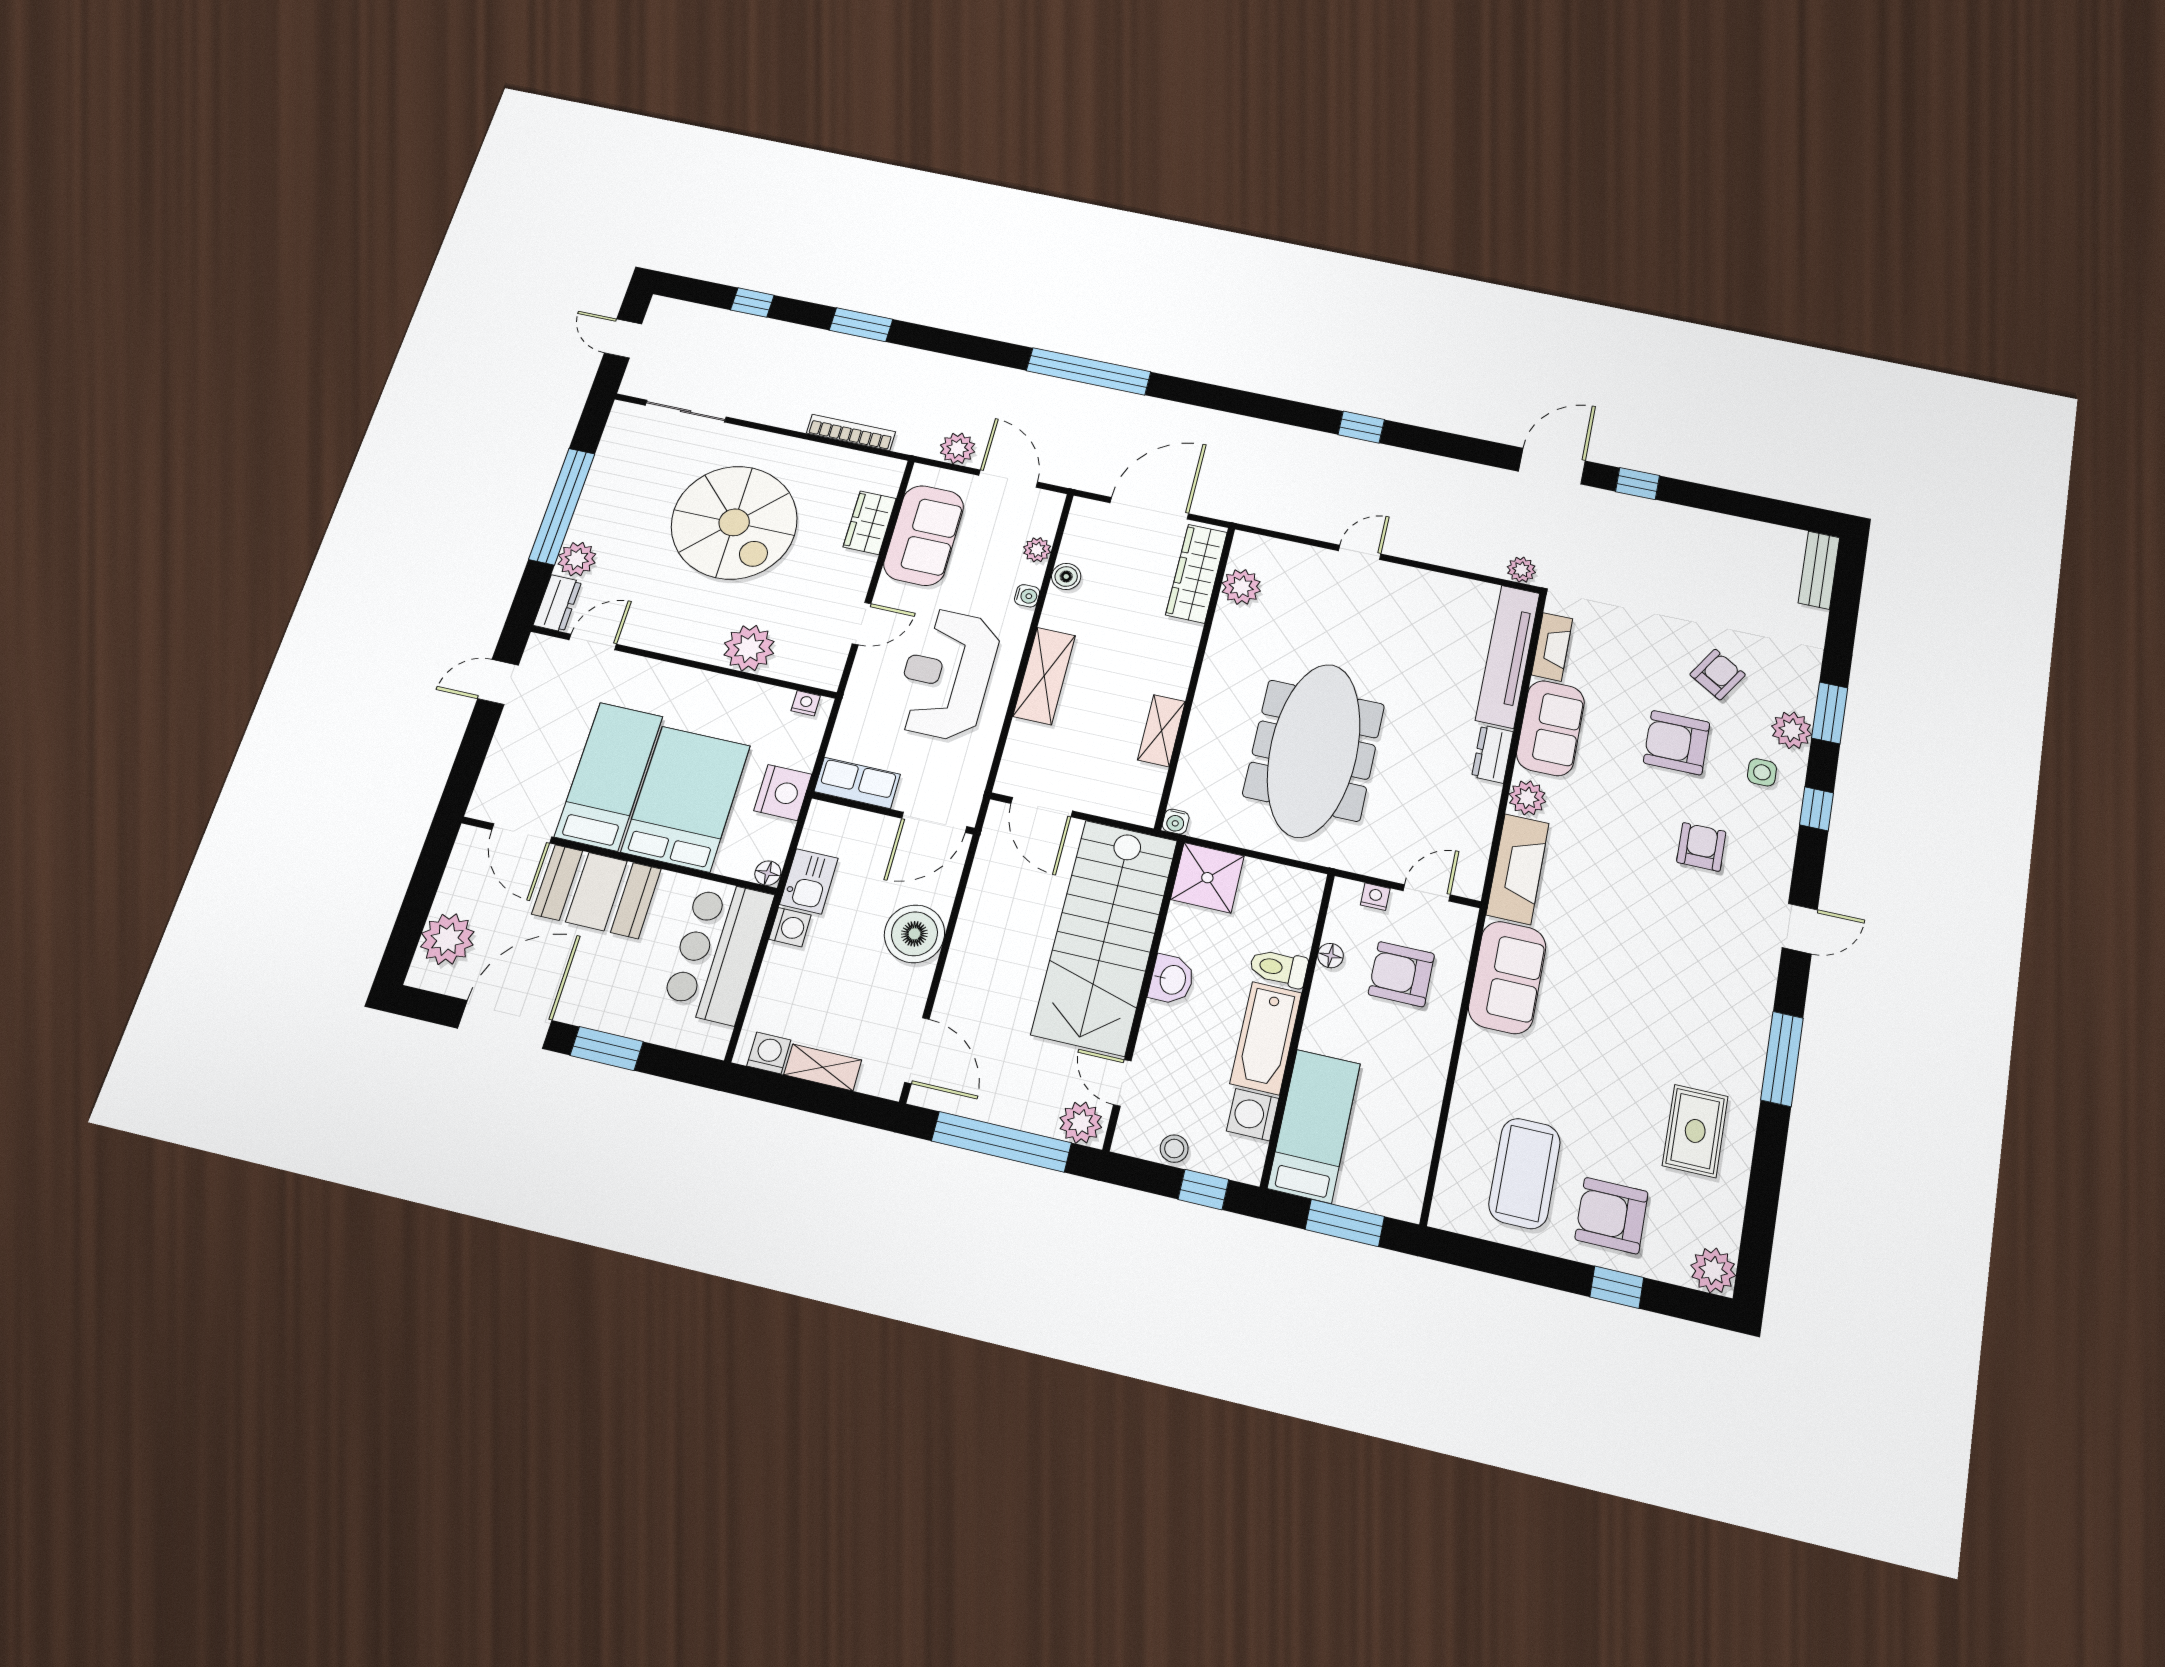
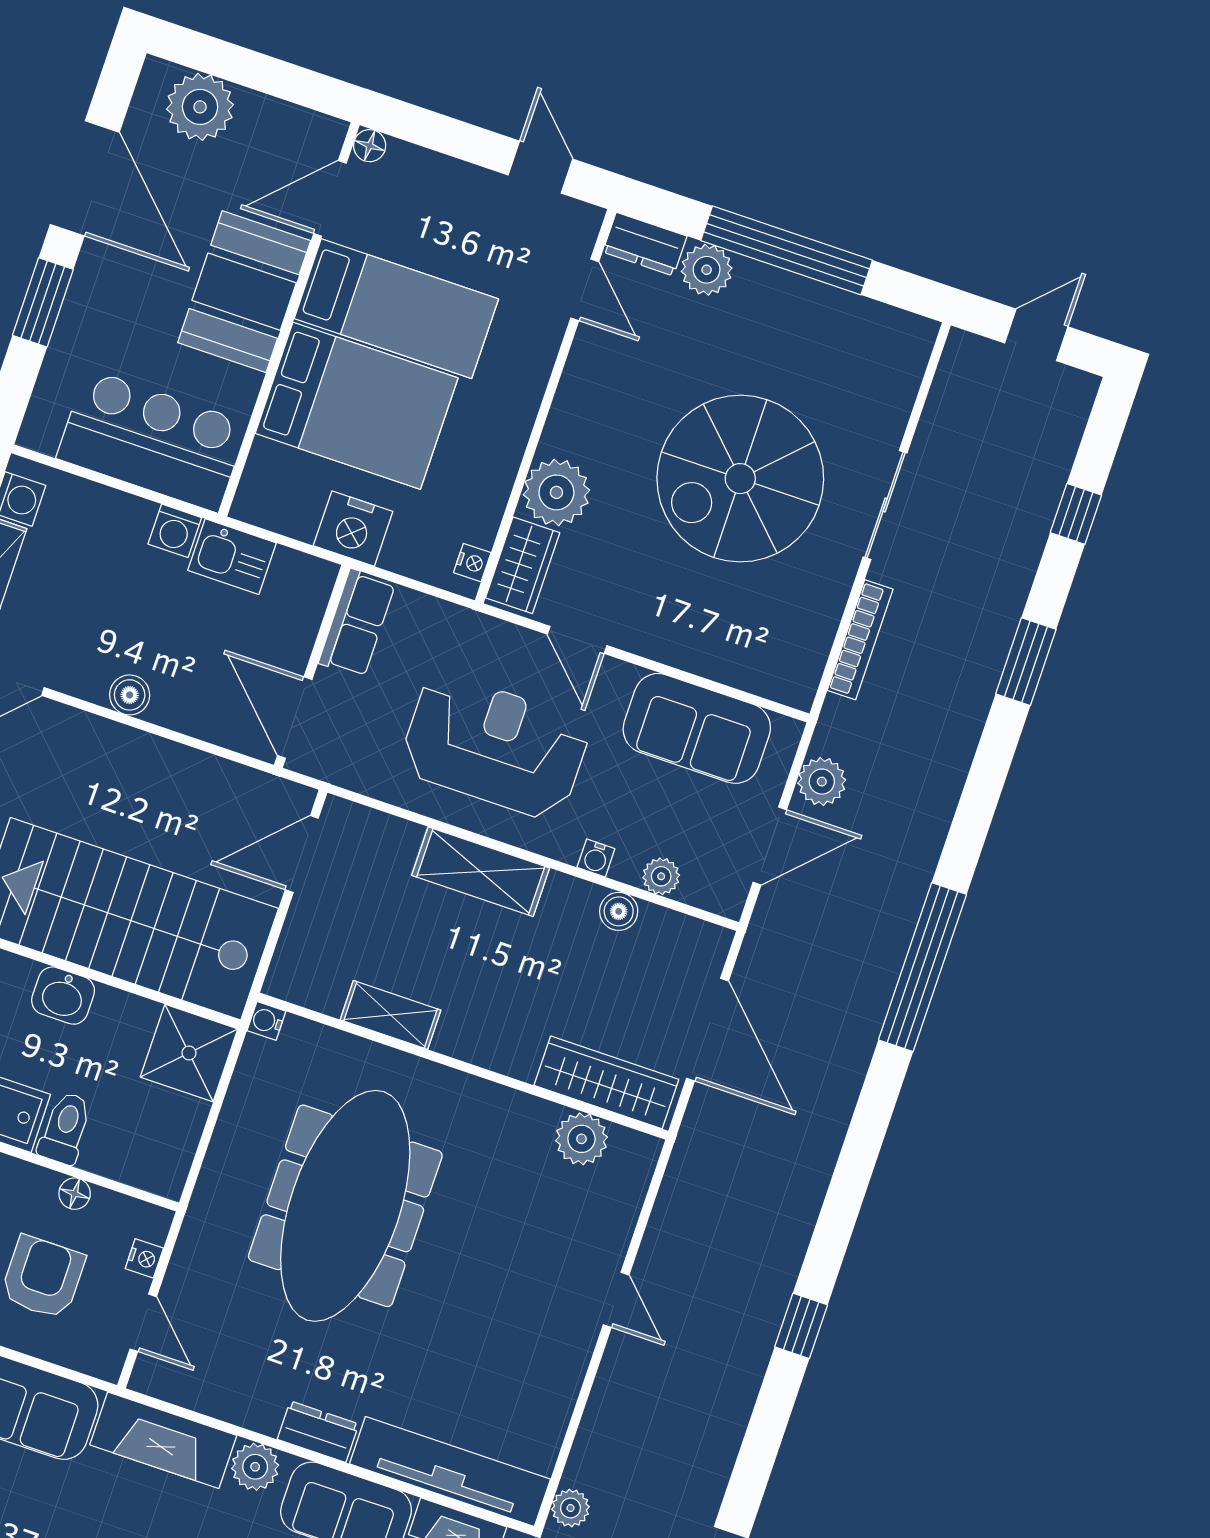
sliding door: (686, 411) -> (885, 505), moved
wardrobe: (870, 523) -> (523, 565), moved, turned 90
meeting table: (1314, 750) -> (345, 1206), turned 90
floor lamp: (768, 873) -> (370, 146), moved
boiler: (914, 934) -> (130, 695), width x0.54, depth x0.54

